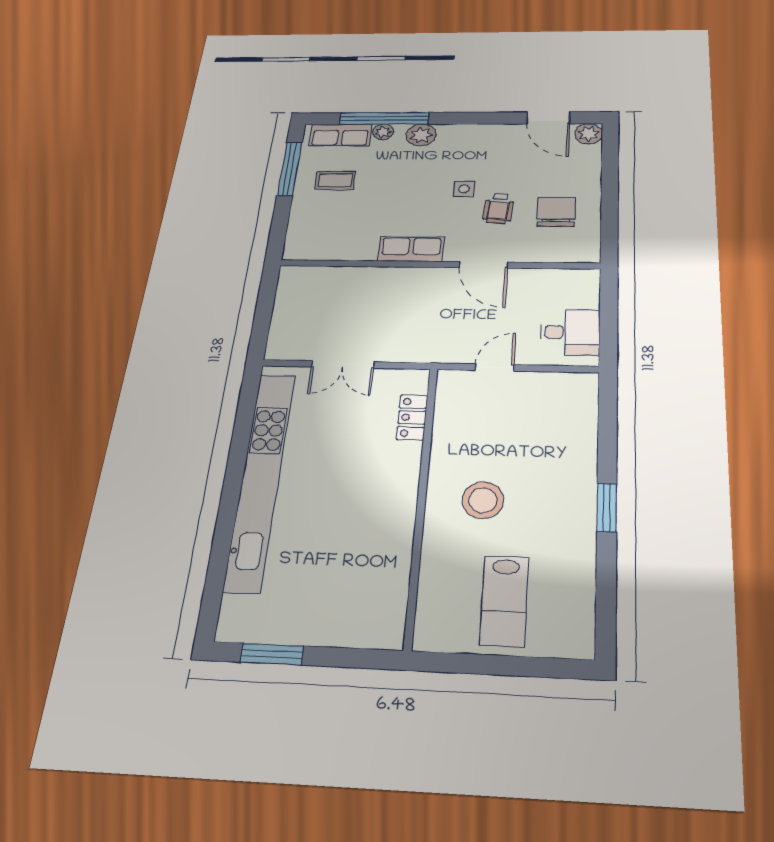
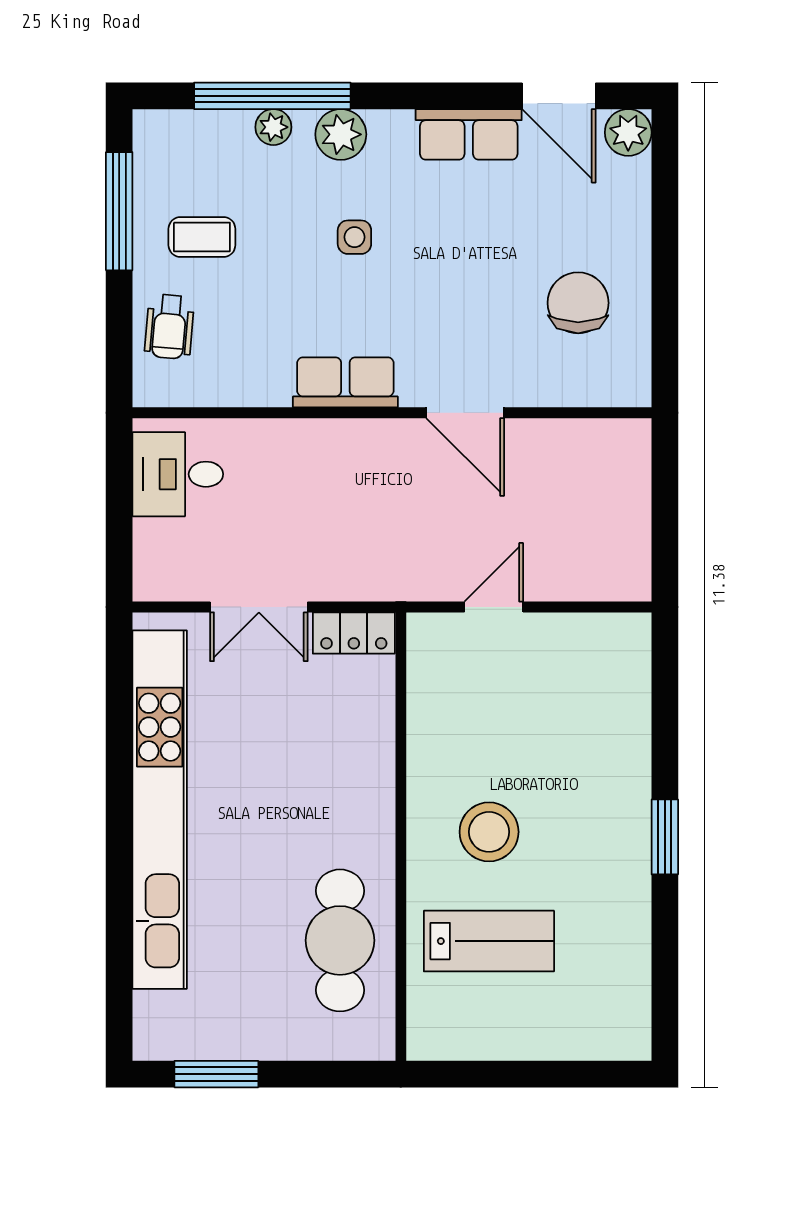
row of seats: (340, 135) -> (469, 134), moved
side table: (464, 189) -> (354, 237), moved
wheelchair: (499, 208) -> (169, 327), moved
desk: (570, 332) -> (178, 474), moved, turned 180
locker: (412, 417) -> (354, 633), moved, turned -90
cafe table: (372, 566) -> (340, 940), added
lab bench: (504, 601) -> (489, 941), moved, turned -90

